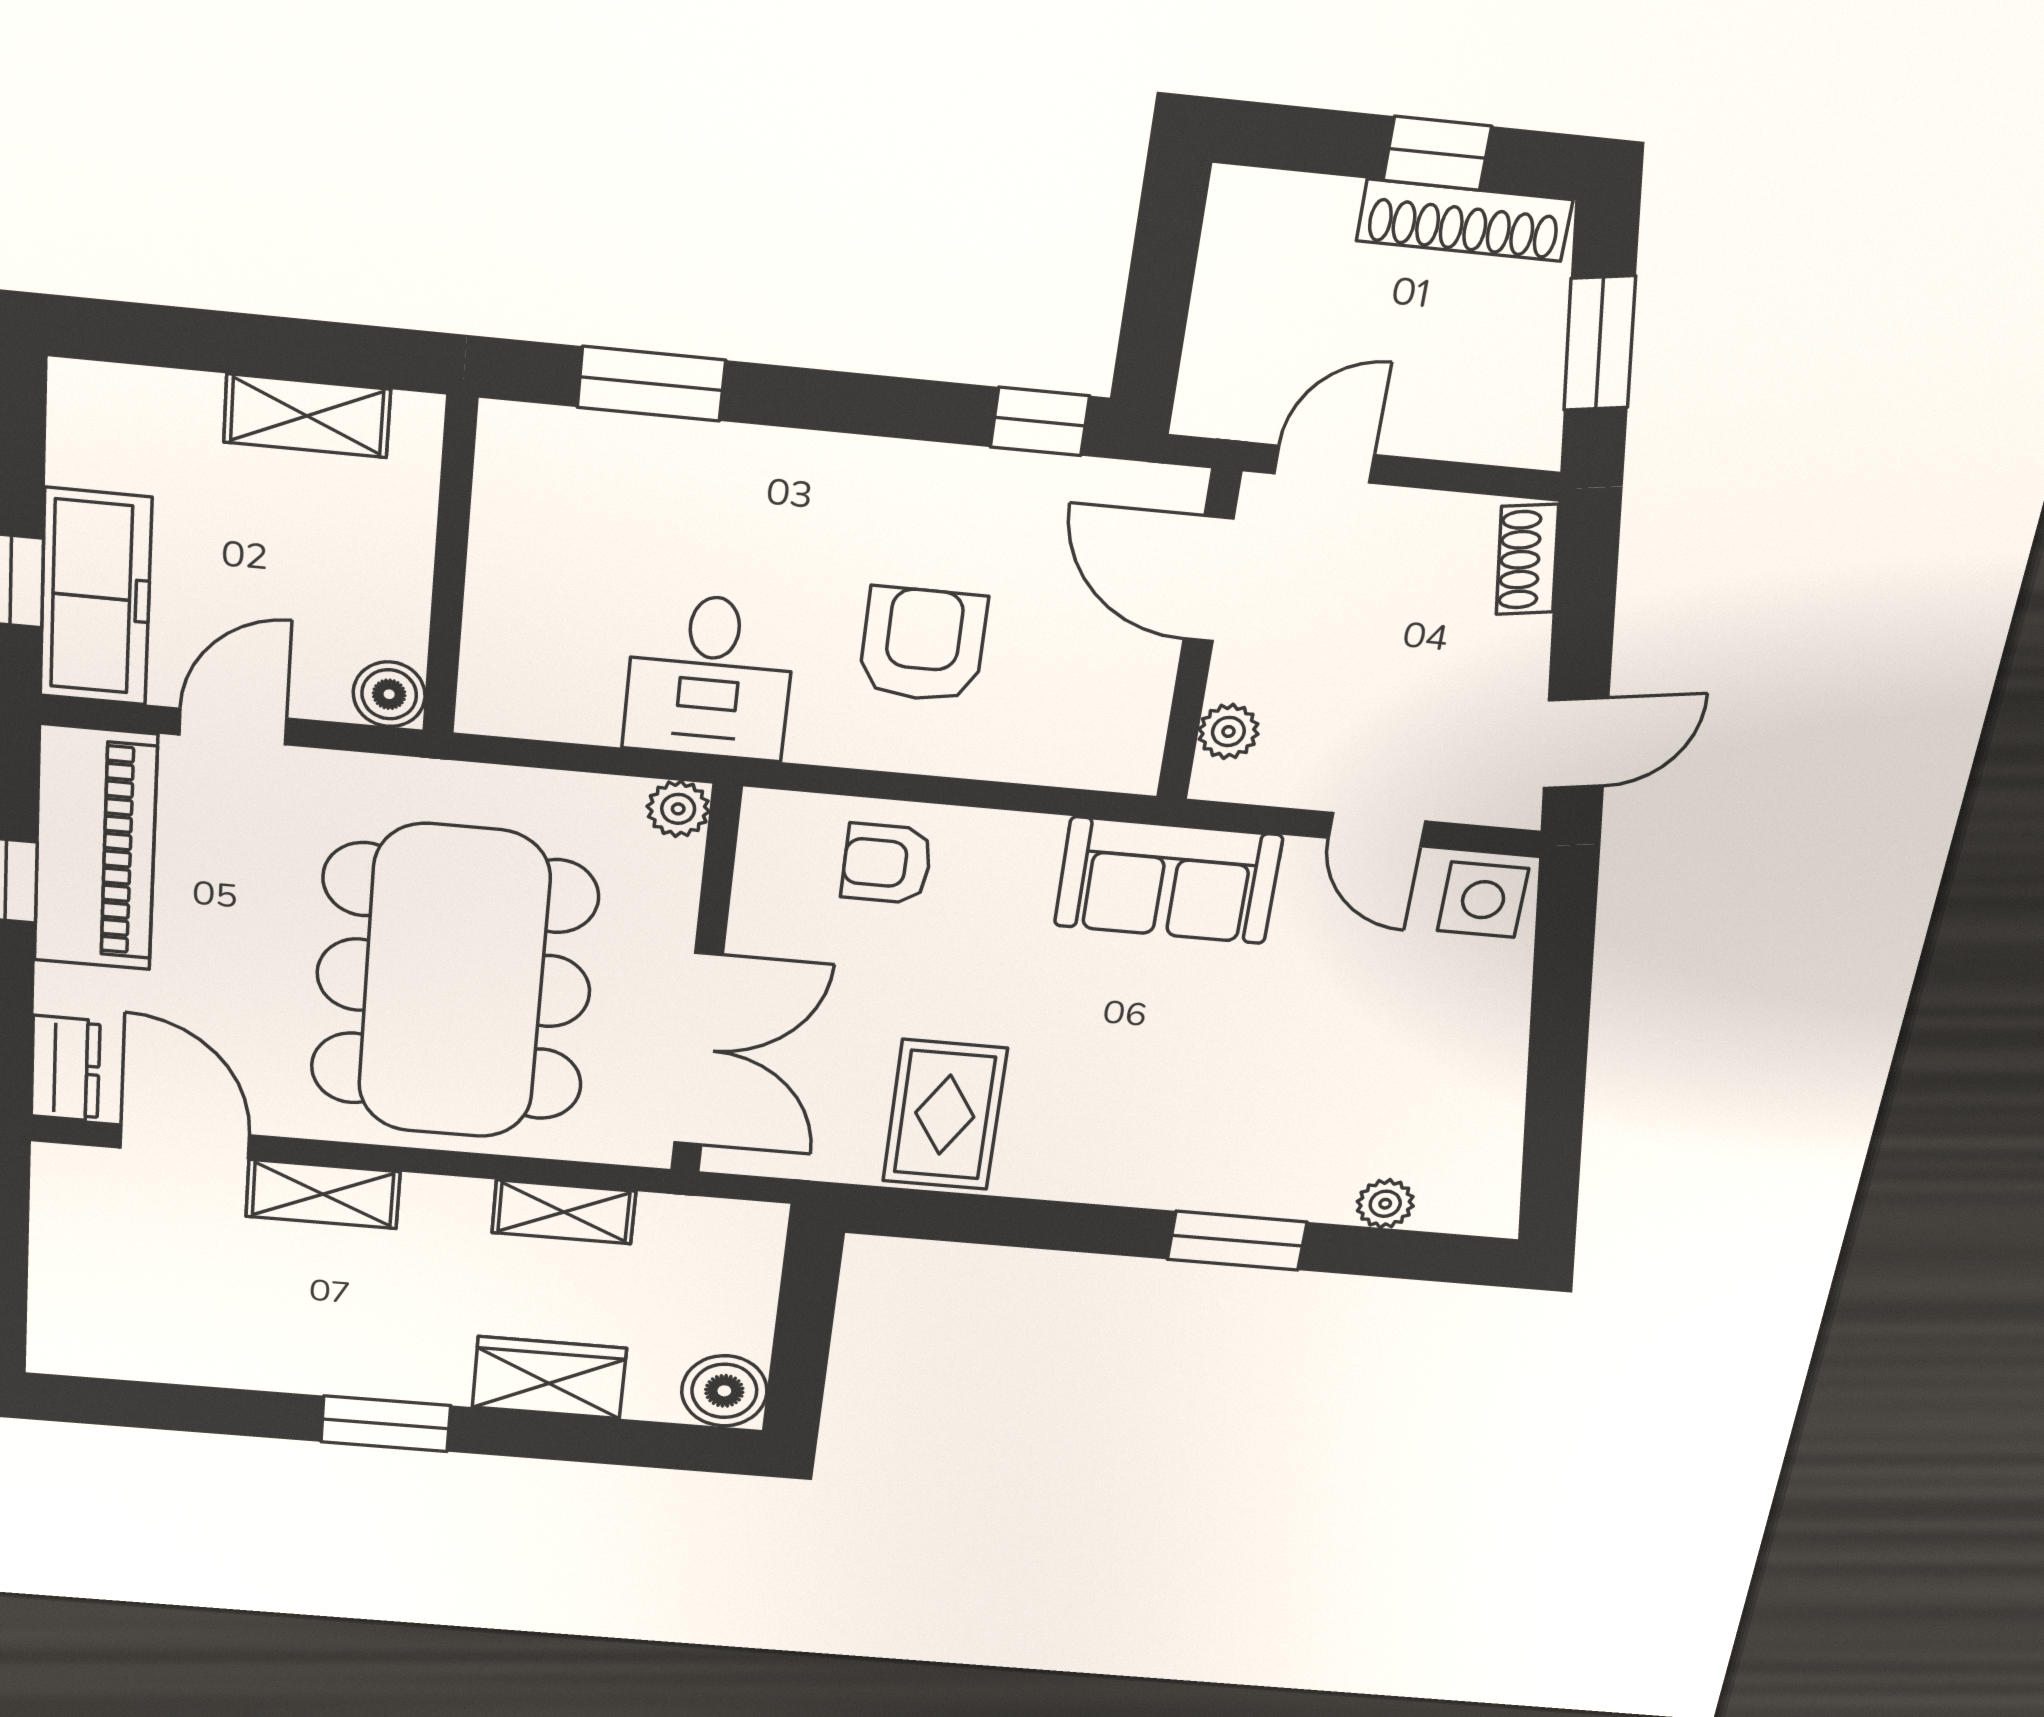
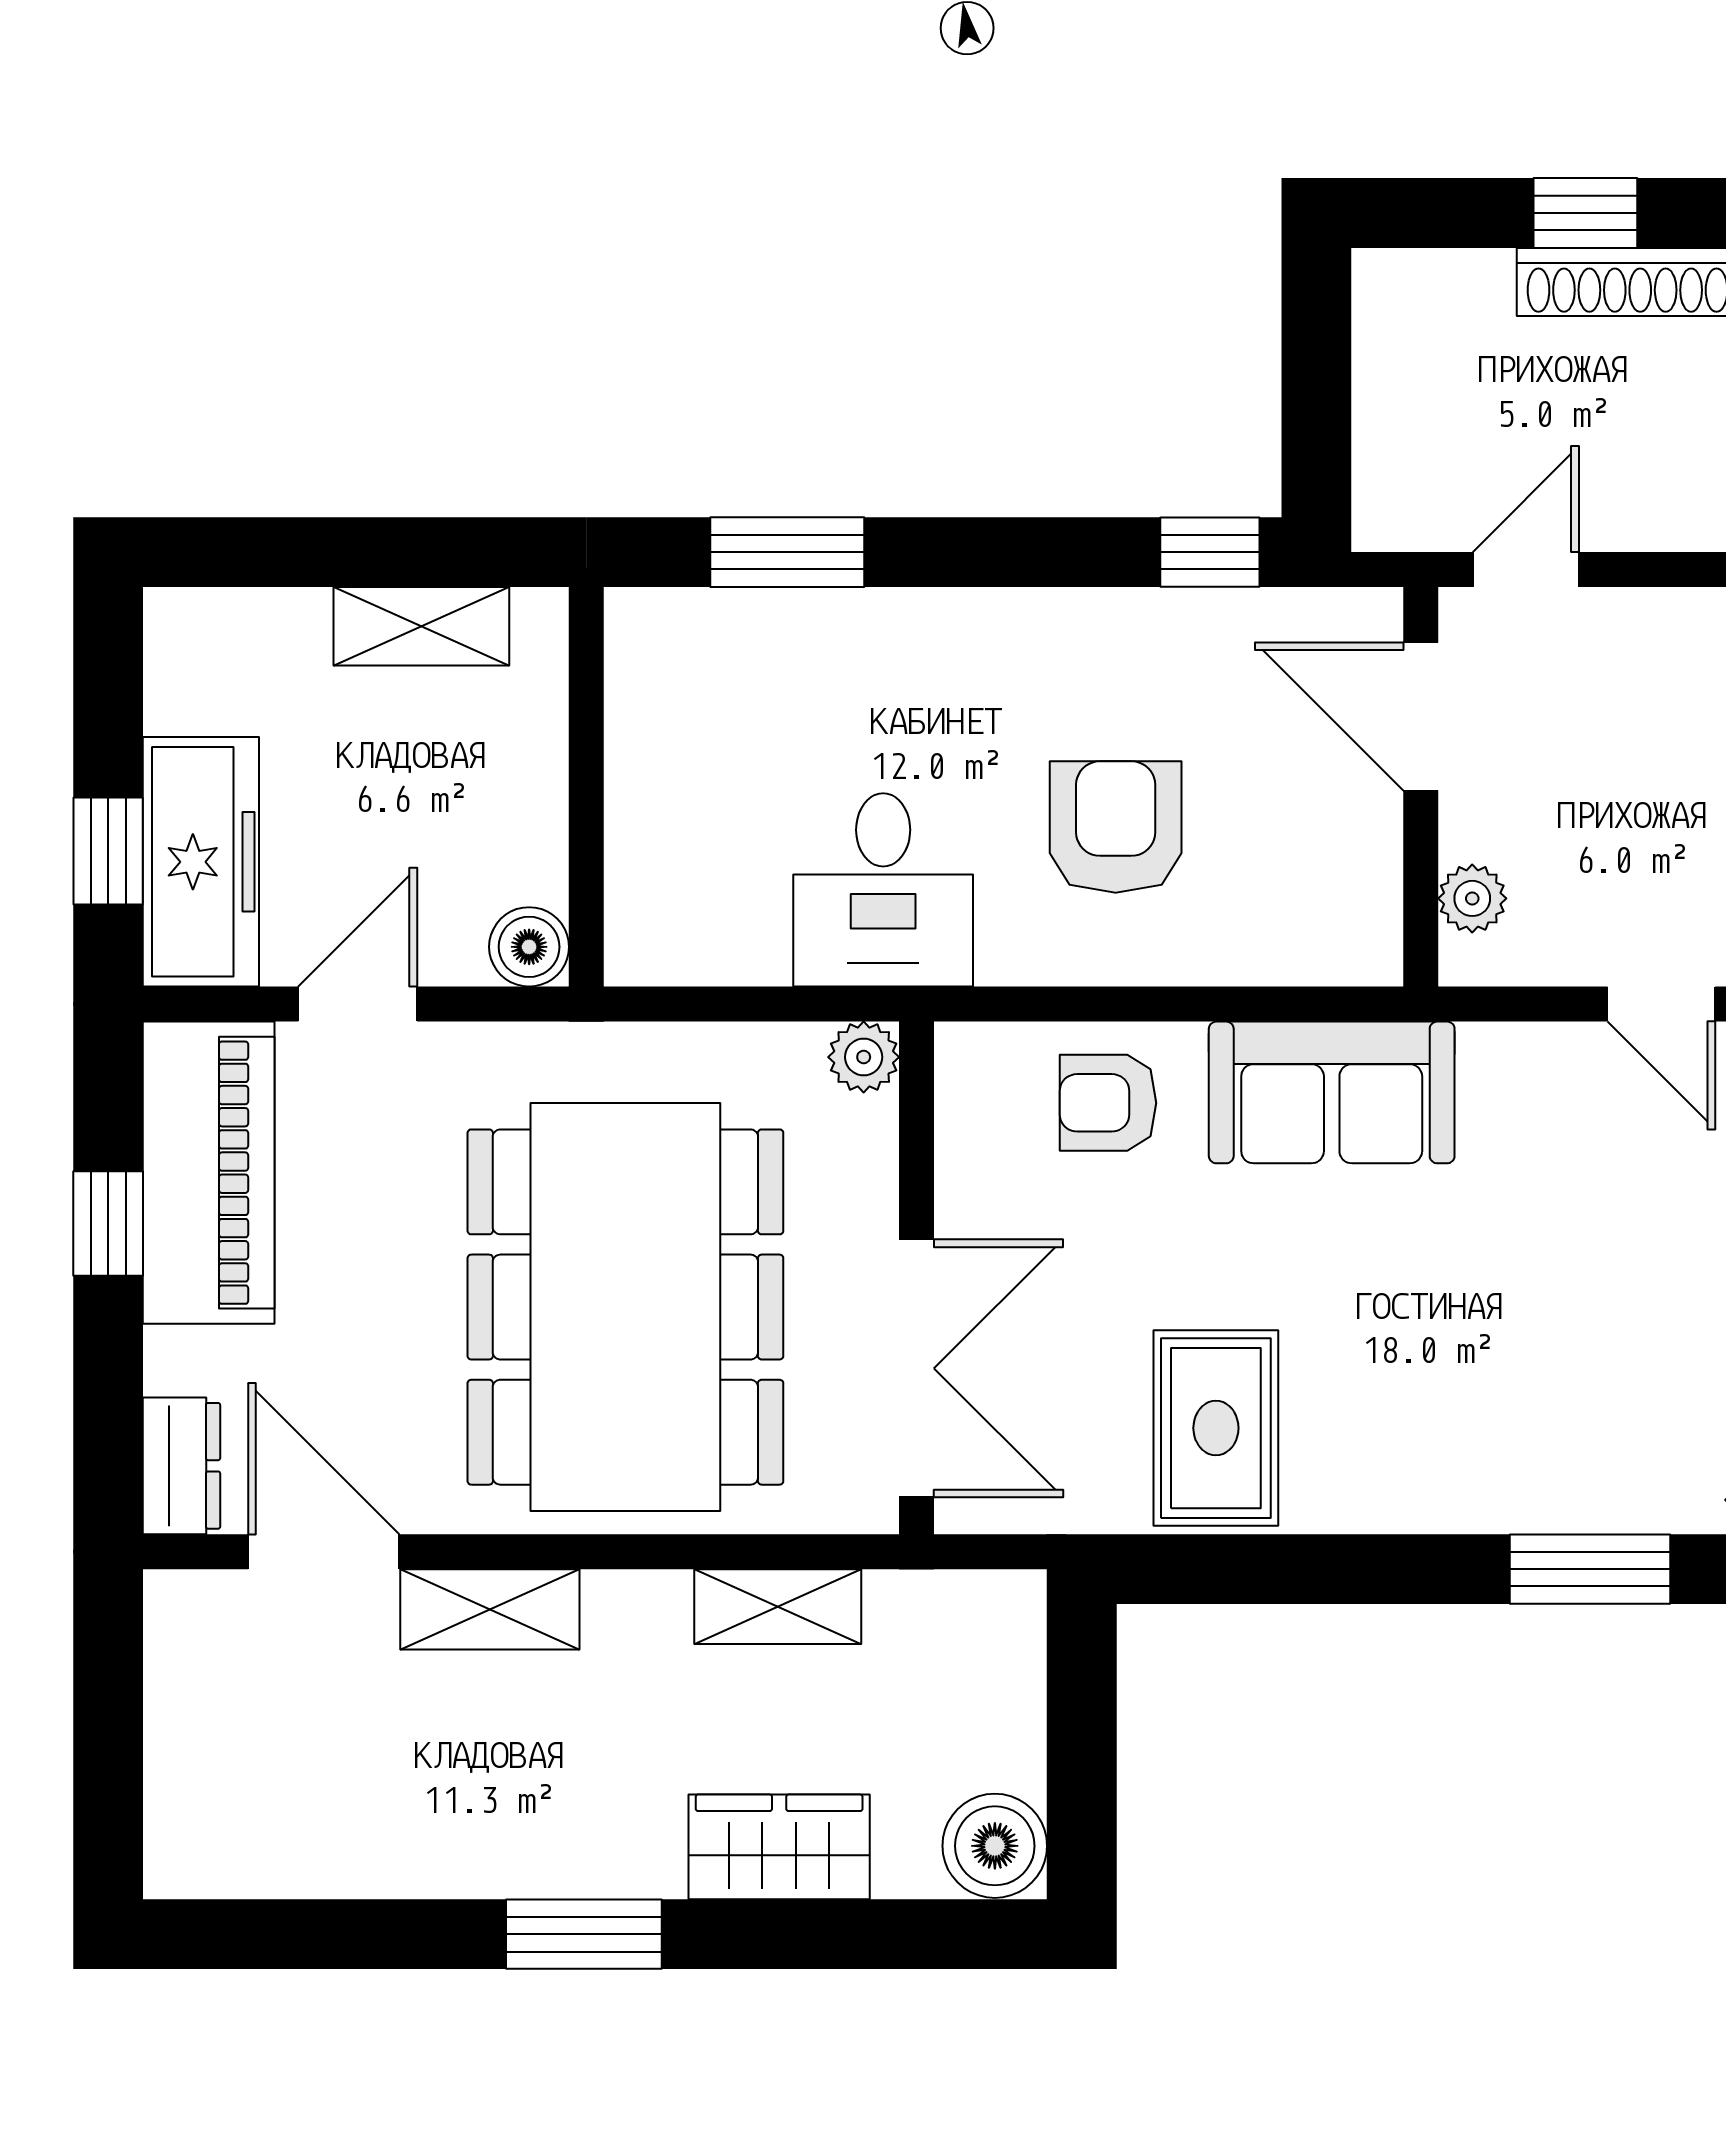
sofa: (1168, 880) -> (1332, 1092), moved

